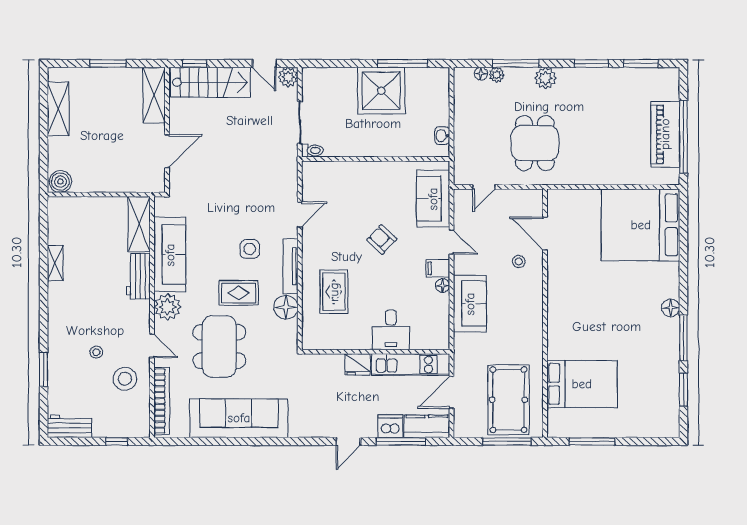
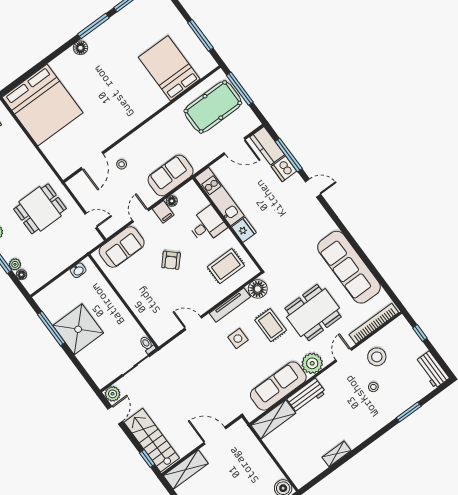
desk: (391, 330) -> (207, 225), moved
wall: (376, 352) -> (228, 224), moved
fridge: (358, 364) -> (244, 230), moved
kitchen unit: (411, 364) -> (220, 197), moved

